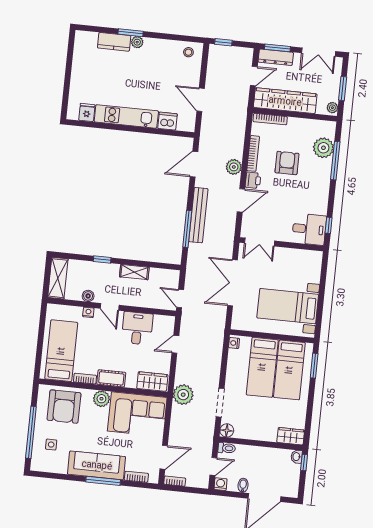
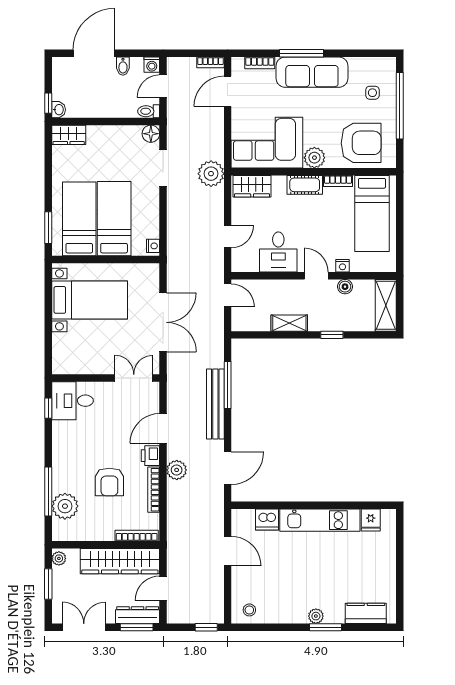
kitchen counter: (114, 42) -> (366, 613), moved
armchair: (64, 407) -> (361, 143), turned 90

